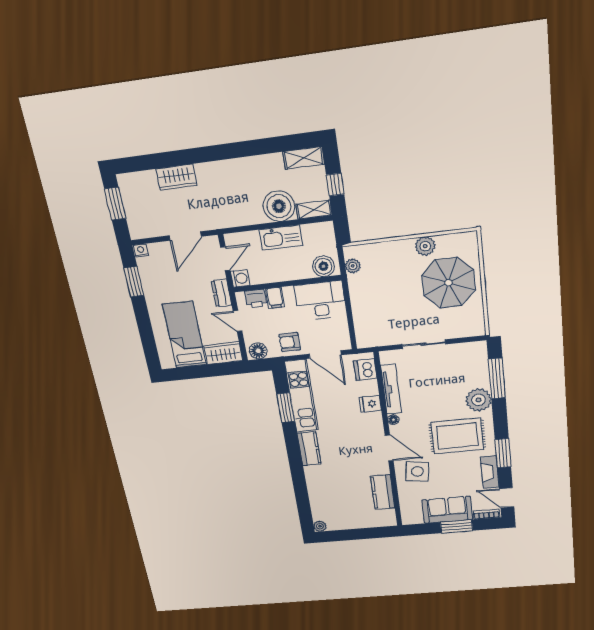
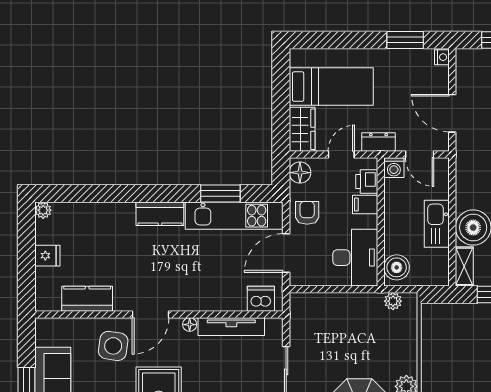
fridge: (370, 404) -> (47, 256), moved, turned 90

